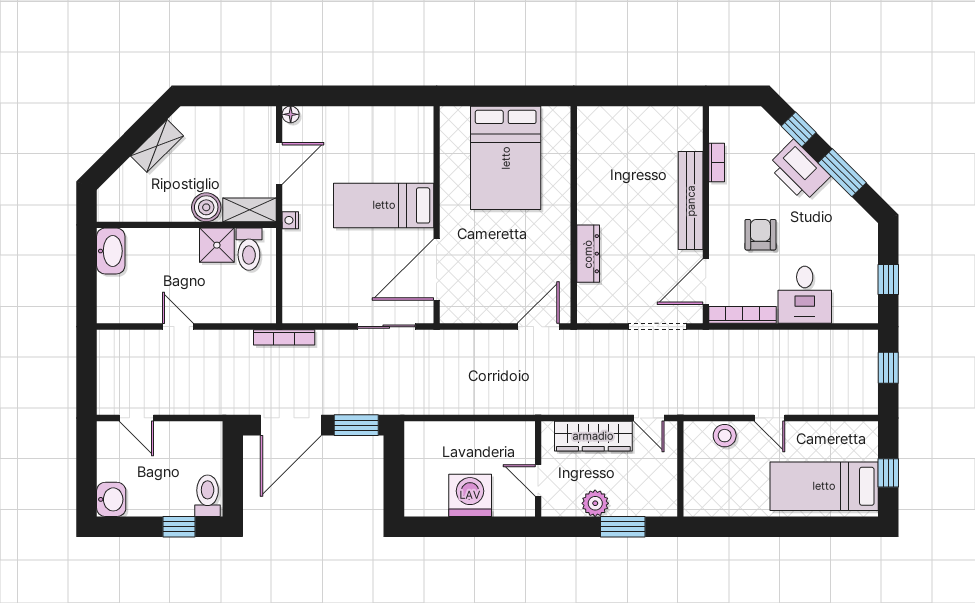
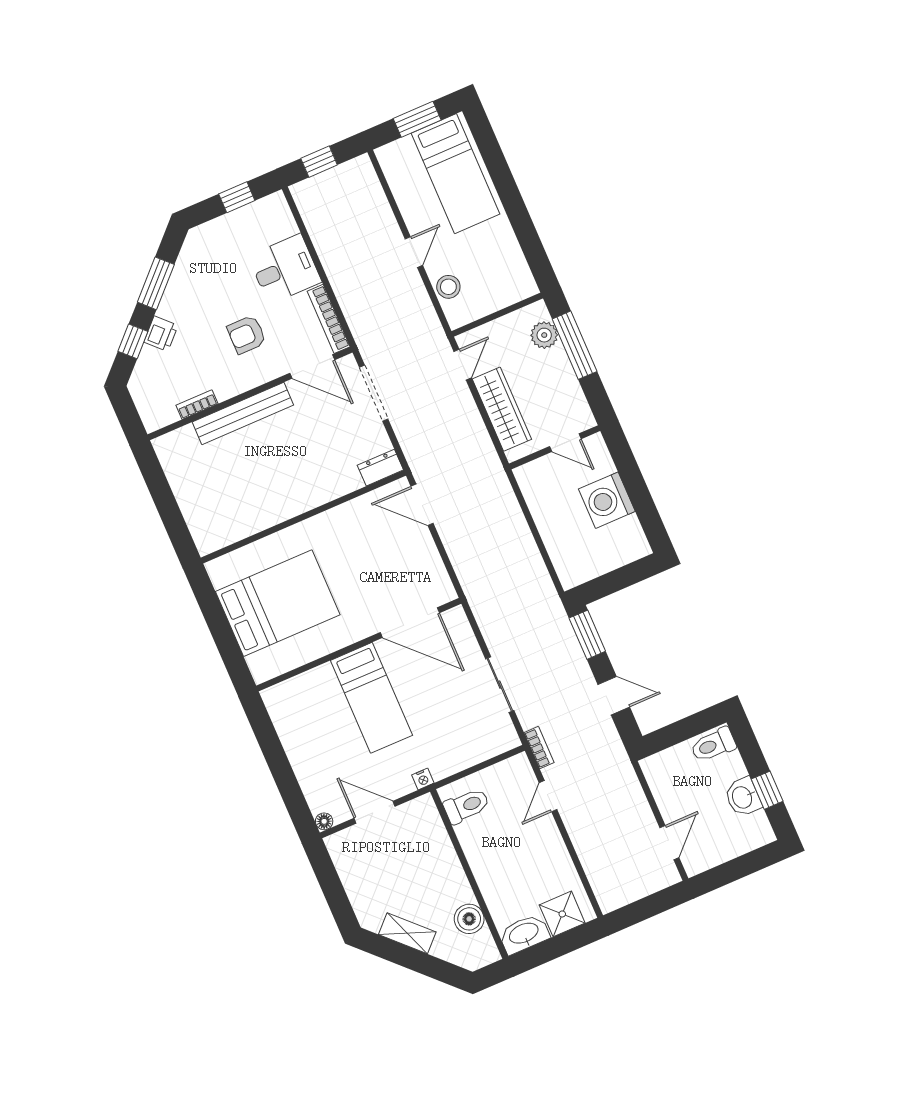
printer: (799, 171) -> (161, 334), width x0.53, depth x0.68
boiler: (206, 207) -> (469, 919), moved
shelving: (249, 210) -> (430, 821), removed
shower: (217, 245) -> (562, 914), moved
dresser: (588, 254) -> (380, 468), moved, width x0.70
door: (178, 327) -> (548, 796), moved
sliding door: (386, 327) -> (500, 685), moved
bookcase: (284, 337) -> (539, 748), width x0.64
door: (291, 425) -> (614, 696), width x0.53
window: (888, 473) -> (417, 119), width x1.50
door: (538, 480) -> (565, 443), hinge flipped
washbasin: (111, 499) -> (743, 797), moved, turned -90
plant: (595, 503) -> (544, 335), moved
window: (179, 527) -> (767, 790), moved
window: (623, 527) -> (575, 345), width x1.44

